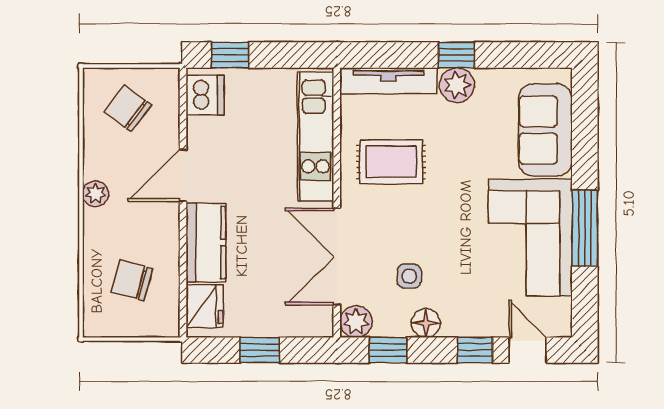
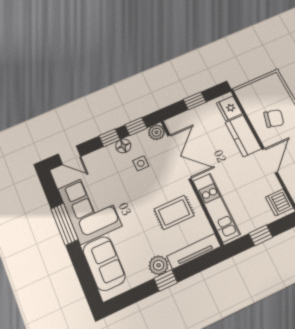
window: (230, 55) -> (261, 235), moved
chair: (132, 280) -> (274, 118), moved
window: (475, 350) -> (110, 138), moved

